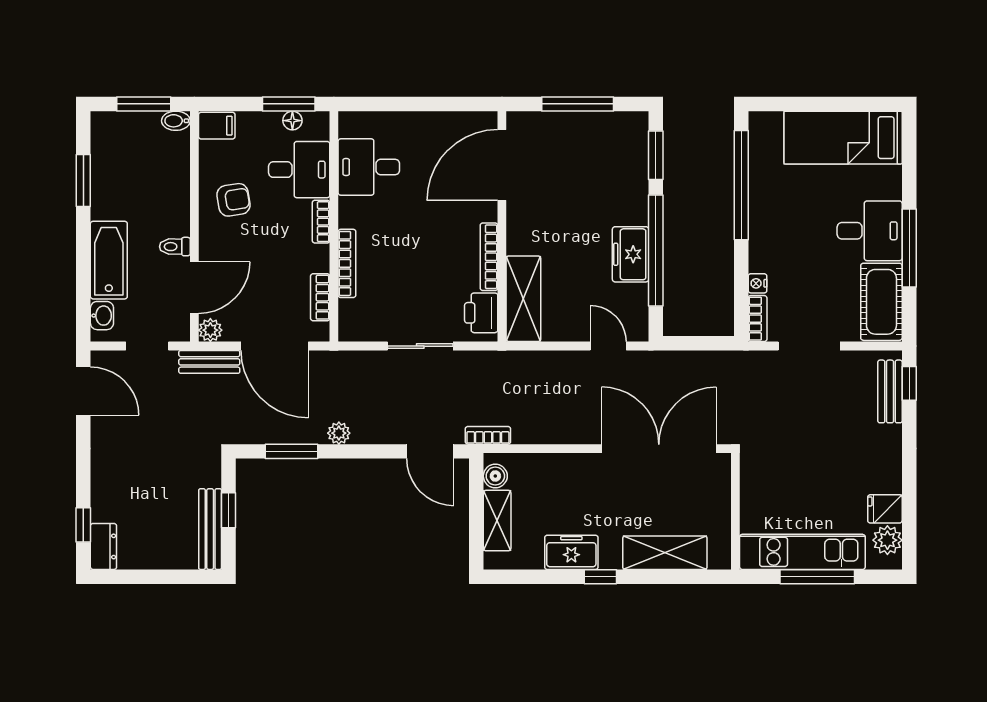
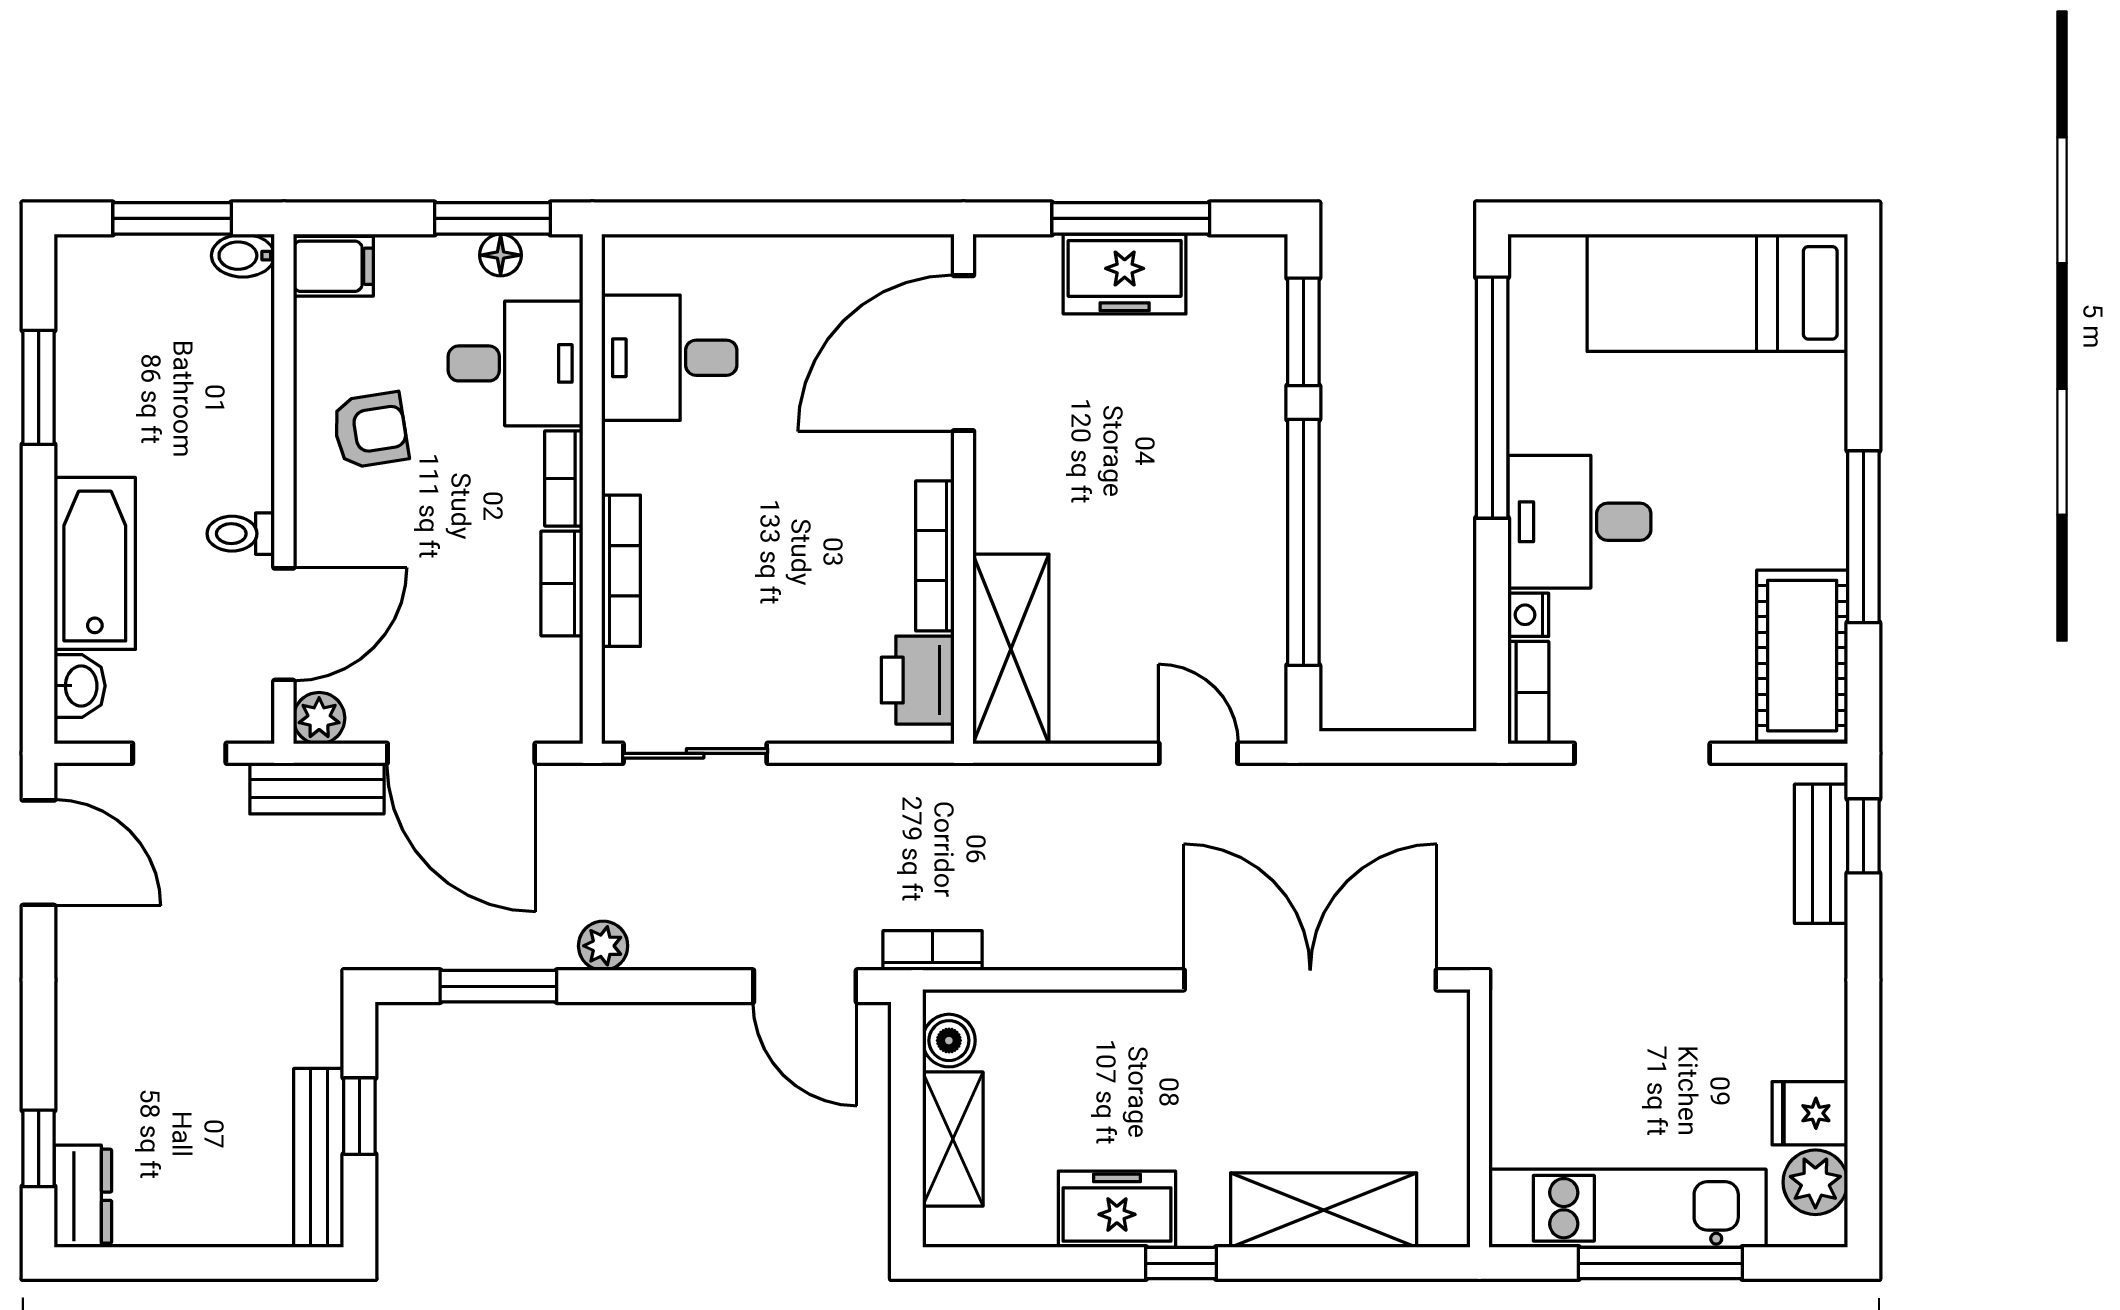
desk: (870, 231) -> (1579, 522), moved, turned 180
freezer: (631, 254) -> (1125, 274), moved, turned -90
bookcase: (320, 297) -> (562, 583), moved
sliding door: (420, 346) -> (695, 753), moved

